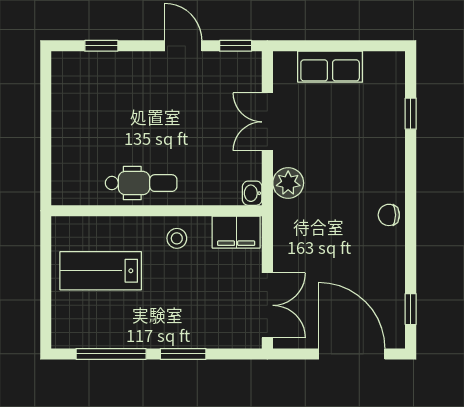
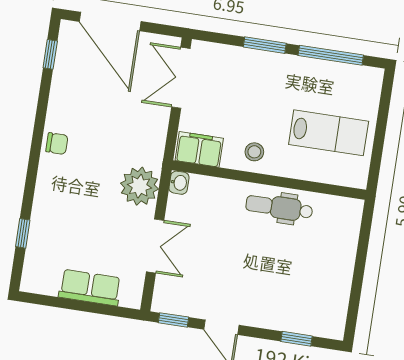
plant: (288, 183) -> (140, 186), width x1.36, depth x1.36

